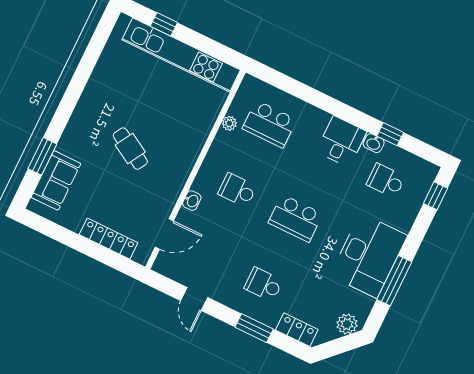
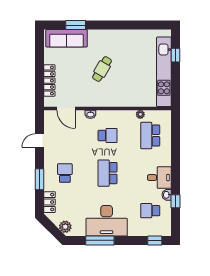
sofa: (56, 180) -> (66, 38), width x1.36
school desk: (386, 181) -> (150, 211), turned -90
school desk: (237, 190) -> (108, 136), turned 90

